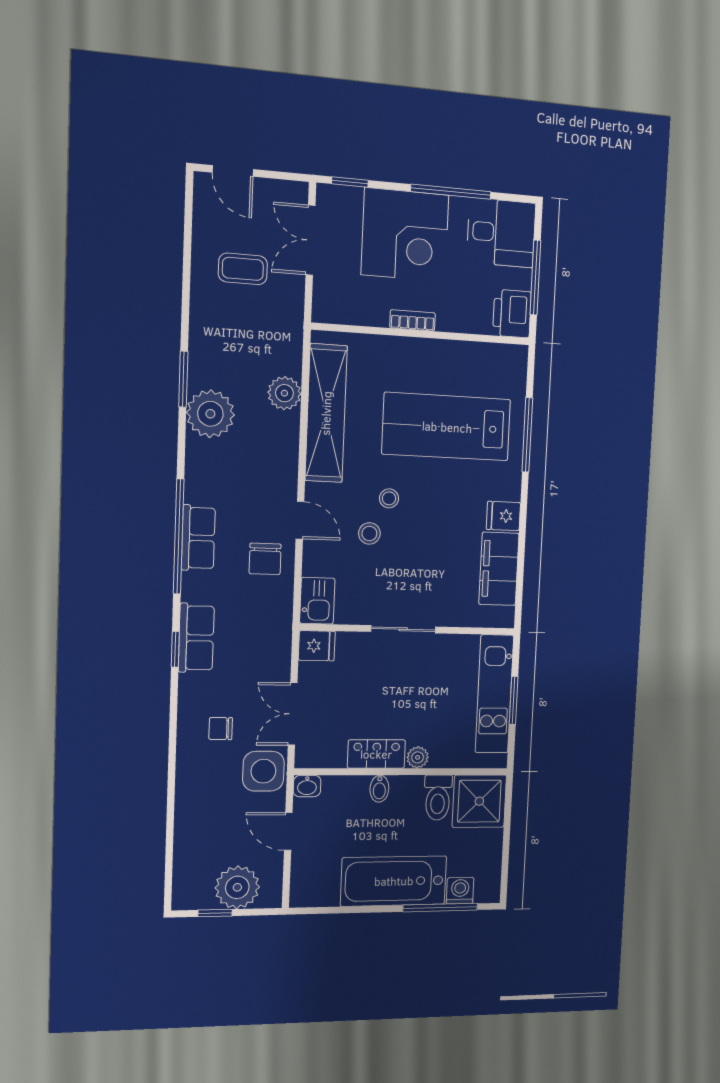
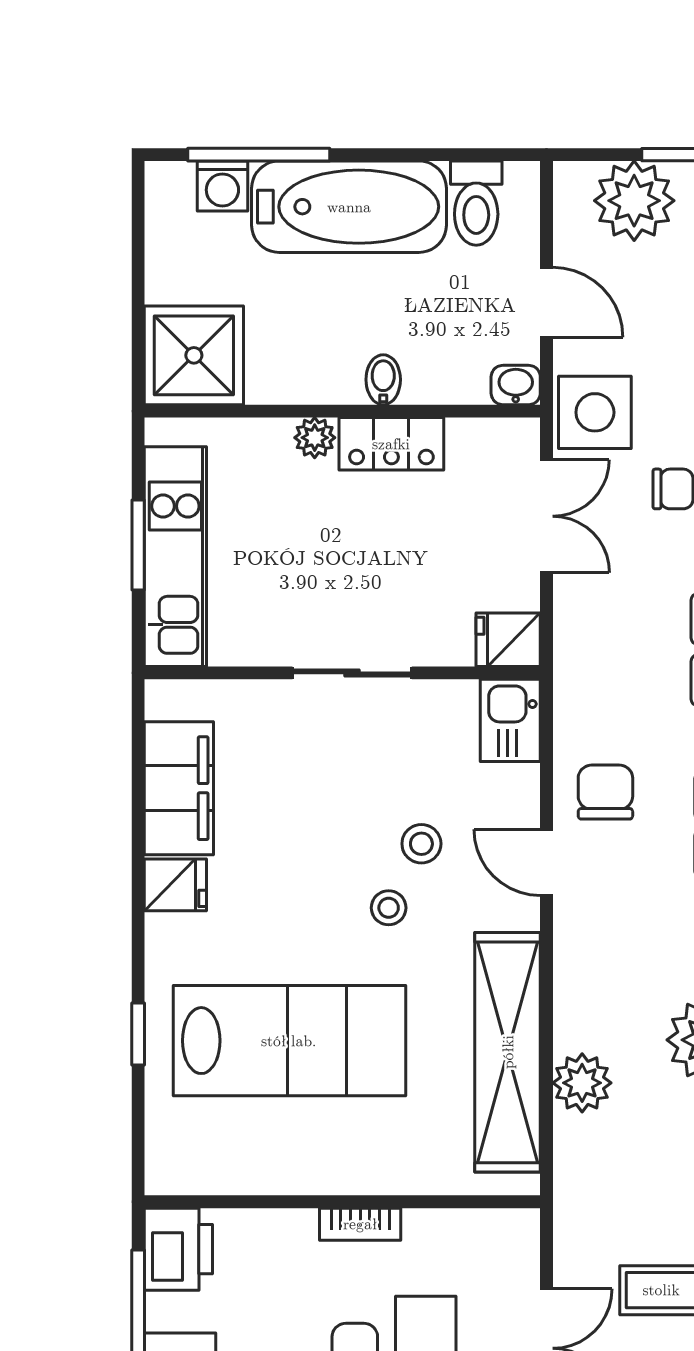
window: (527, 435) -> (138, 1034), width x0.46
toilet: (438, 798) -> (476, 203), moved, turned 180

